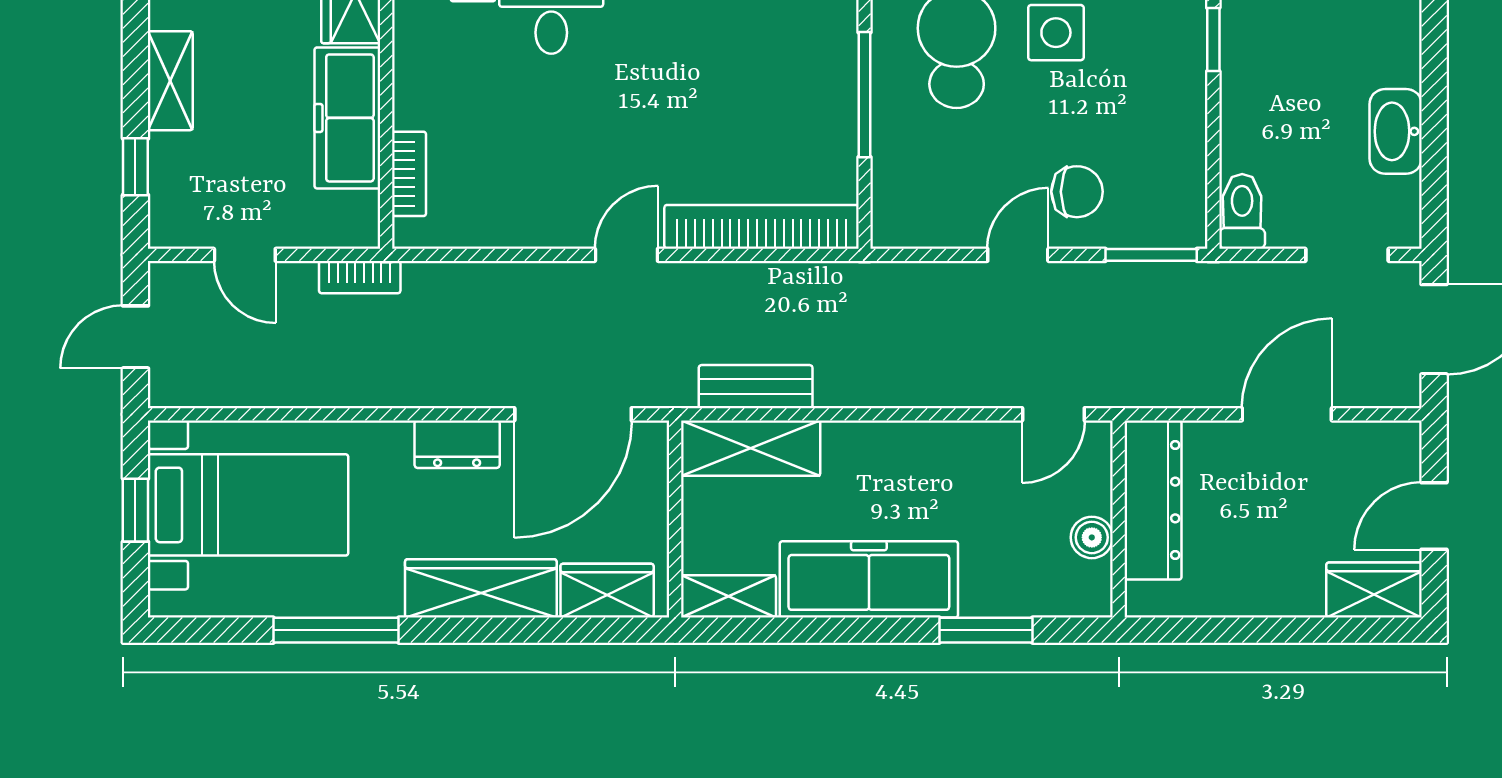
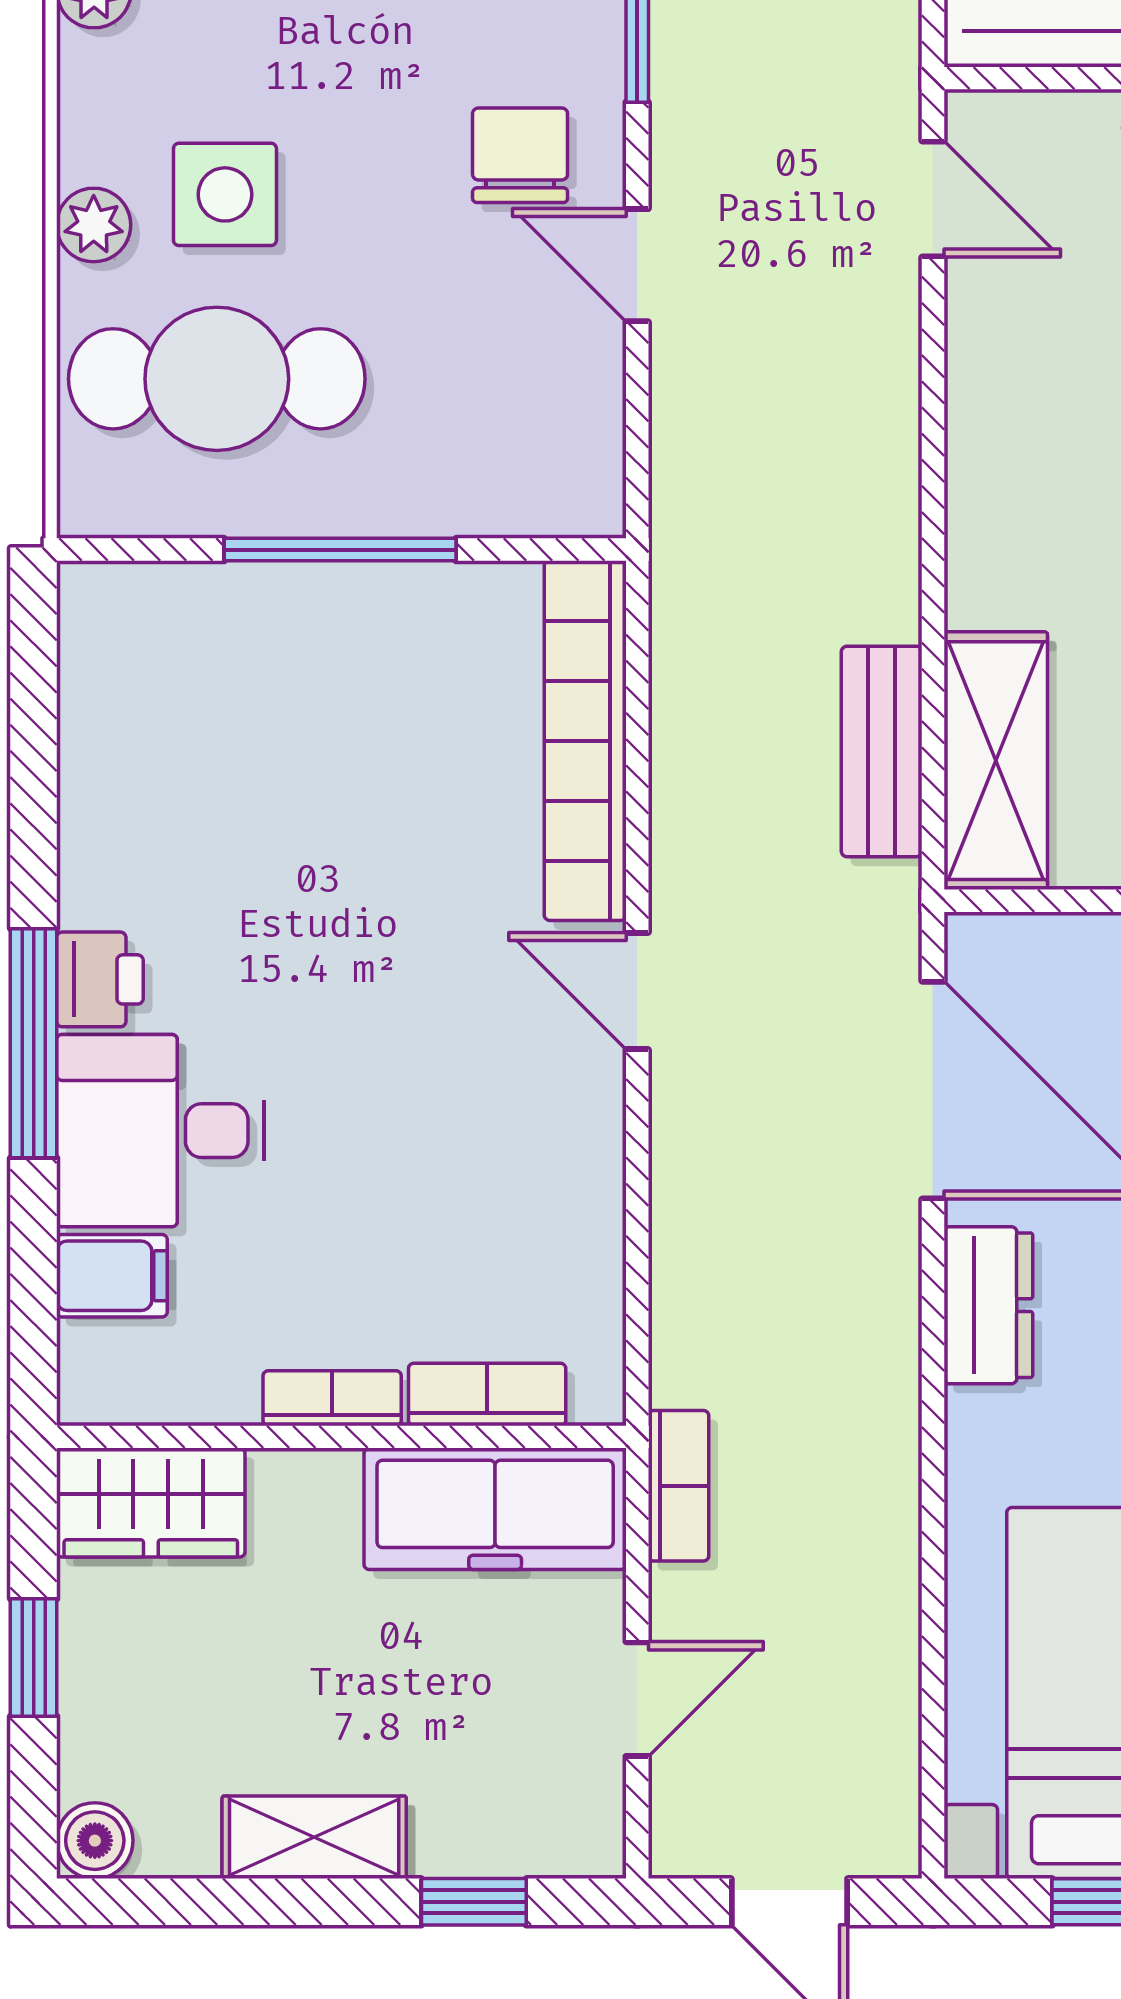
bookcase: (407, 90) -> (332, 1398), added
freezer: (347, 118) -> (495, 1509), moved

